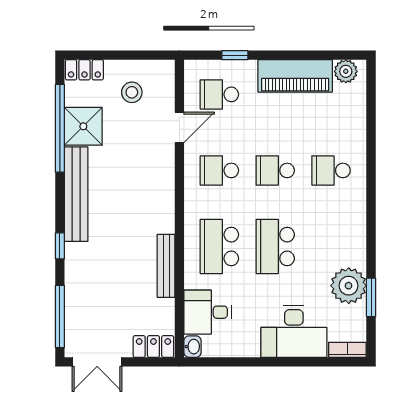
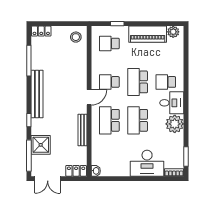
stool: (132, 92) -> (76, 37), moved
shower: (83, 126) -> (41, 145), moved
door: (179, 127) -> (89, 97), moved
window: (60, 128) -> (29, 61), width x0.68
school desk: (275, 170) -> (138, 82), width x1.85
plant: (349, 286) -> (175, 124), moved
window: (371, 297) -> (186, 157), moved
desk: (208, 312) -> (172, 103), moved, turned 180

